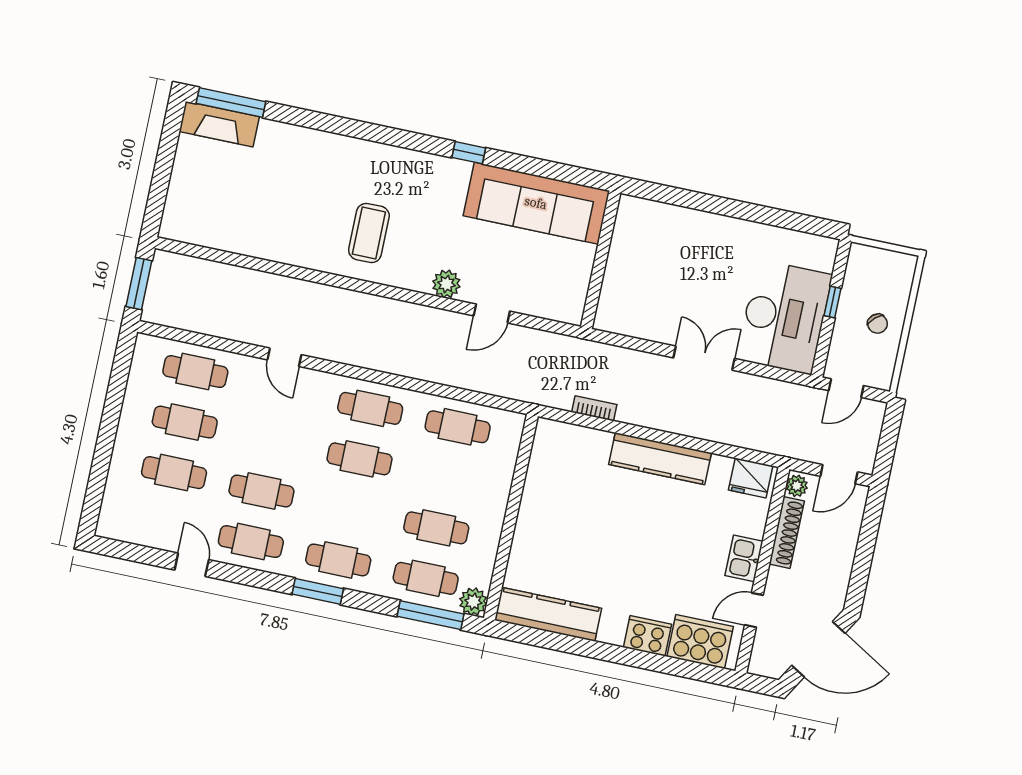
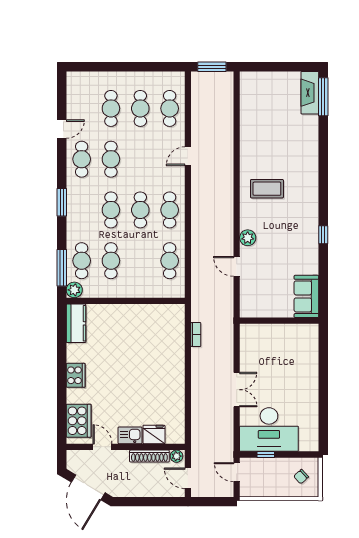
sofa: (536, 203) -> (306, 296), width x0.54, depth x0.79
window: (833, 302) -> (266, 454), moved
chair: (877, 324) -> (301, 477), moved
kitchen counter: (660, 459) -> (176, 377), removed
fridge: (751, 478) -> (154, 434), moved, turned 90
cafe table: (338, 560) -> (111, 210), moved
kitchen counter: (548, 614) -> (76, 323), width x0.67
cooker: (647, 636) -> (76, 375), moved

